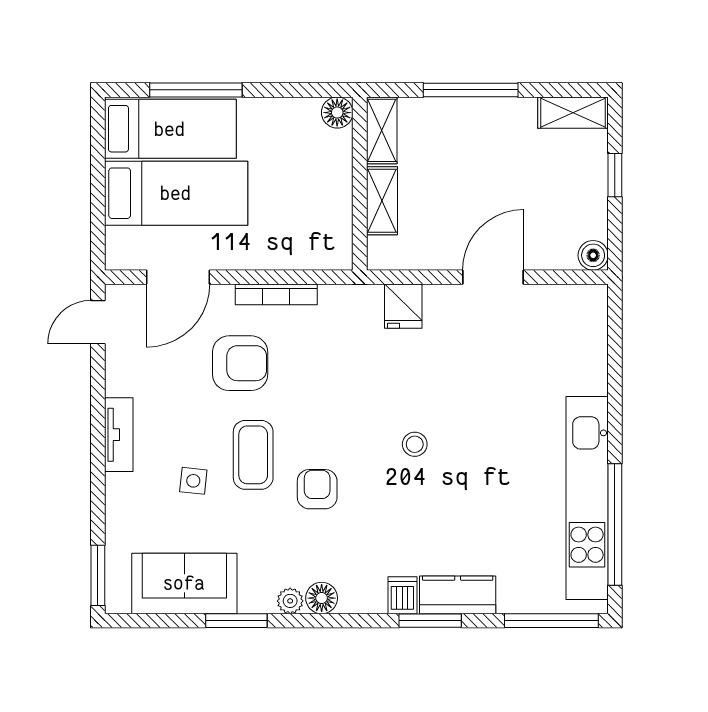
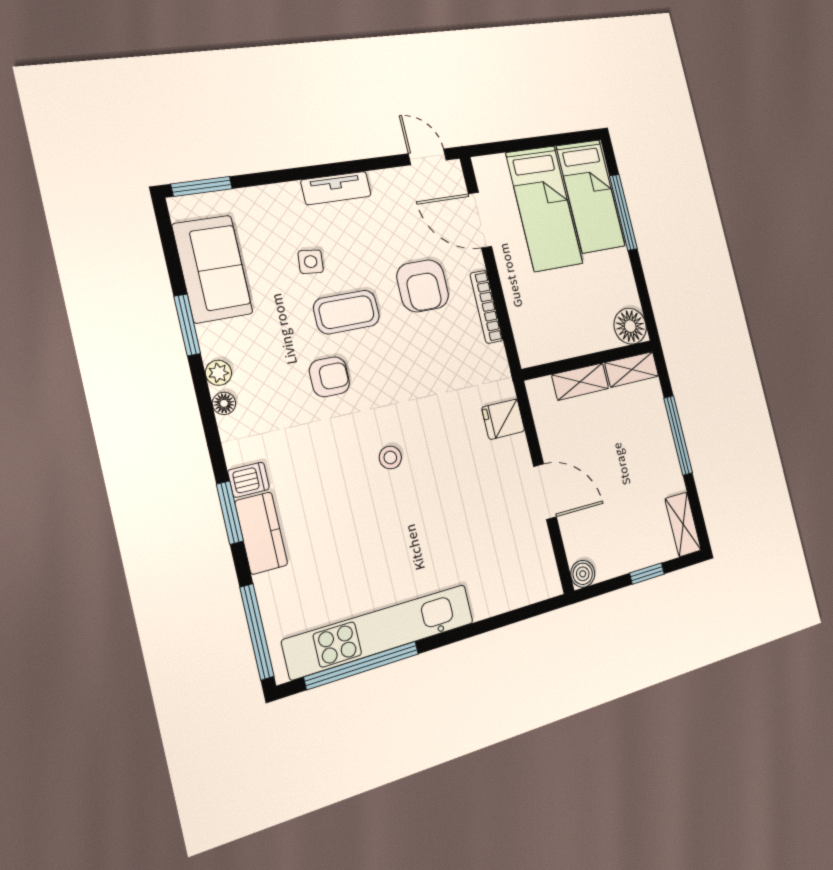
floor lamp: (337, 113) -> (630, 326), width x1.38, depth x1.38
floor lamp: (322, 598) -> (224, 403), width x0.73, depth x0.73

